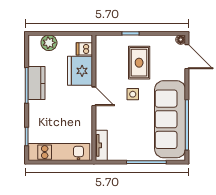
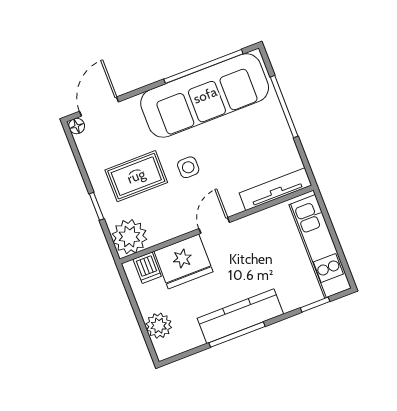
plant: (106, 46) -> (129, 237), added
kitchen counter: (36, 83) -> (240, 316), width x1.50
tv unit: (101, 145) -> (275, 189), width x1.41

